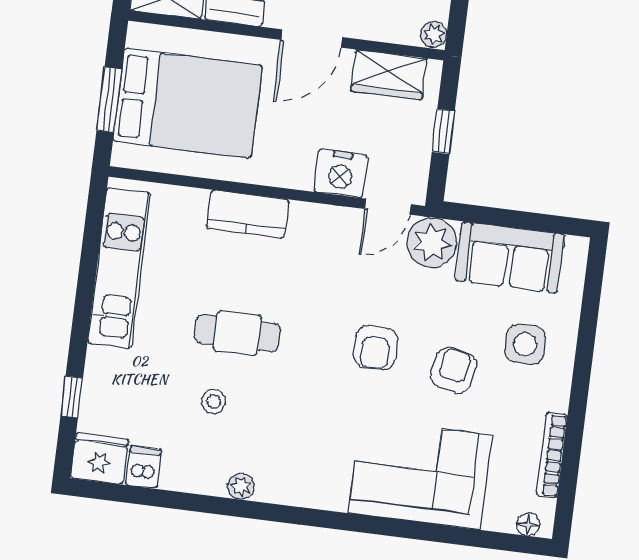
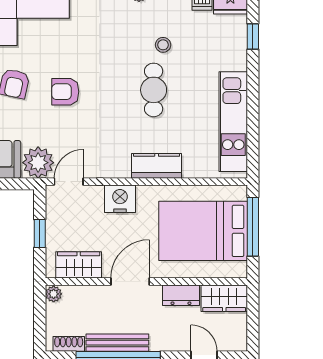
window: (109, 100) -> (253, 227), width x1.44
nightstand: (341, 173) -> (120, 199), moved
cafe table: (237, 333) -> (154, 90), turned 90
armchair: (375, 348) -> (65, 92), turned -90

